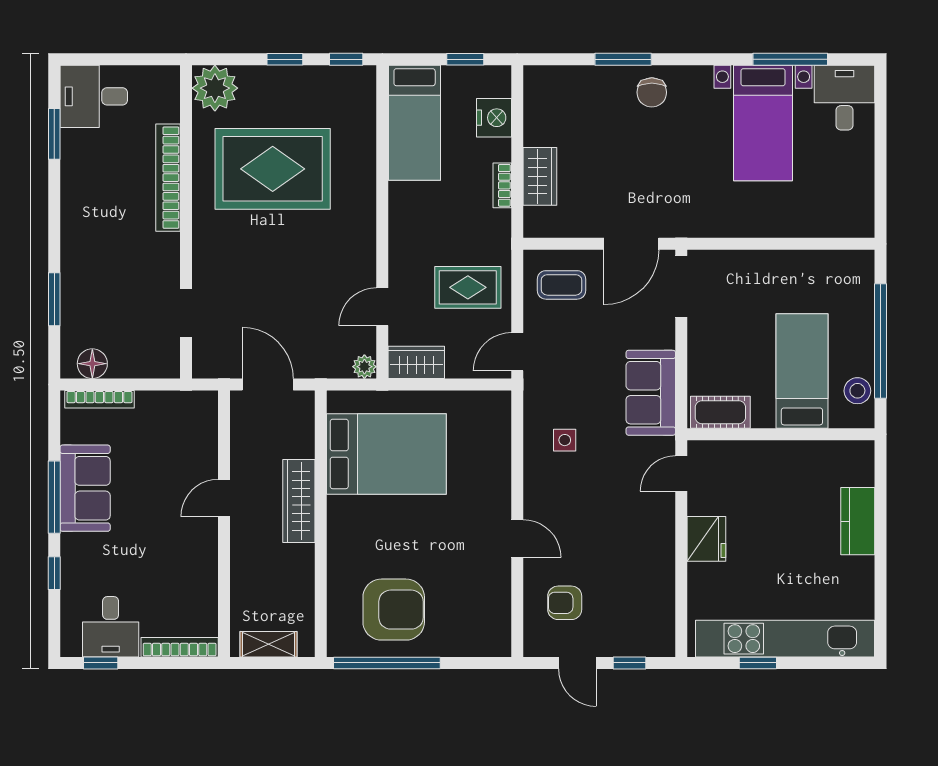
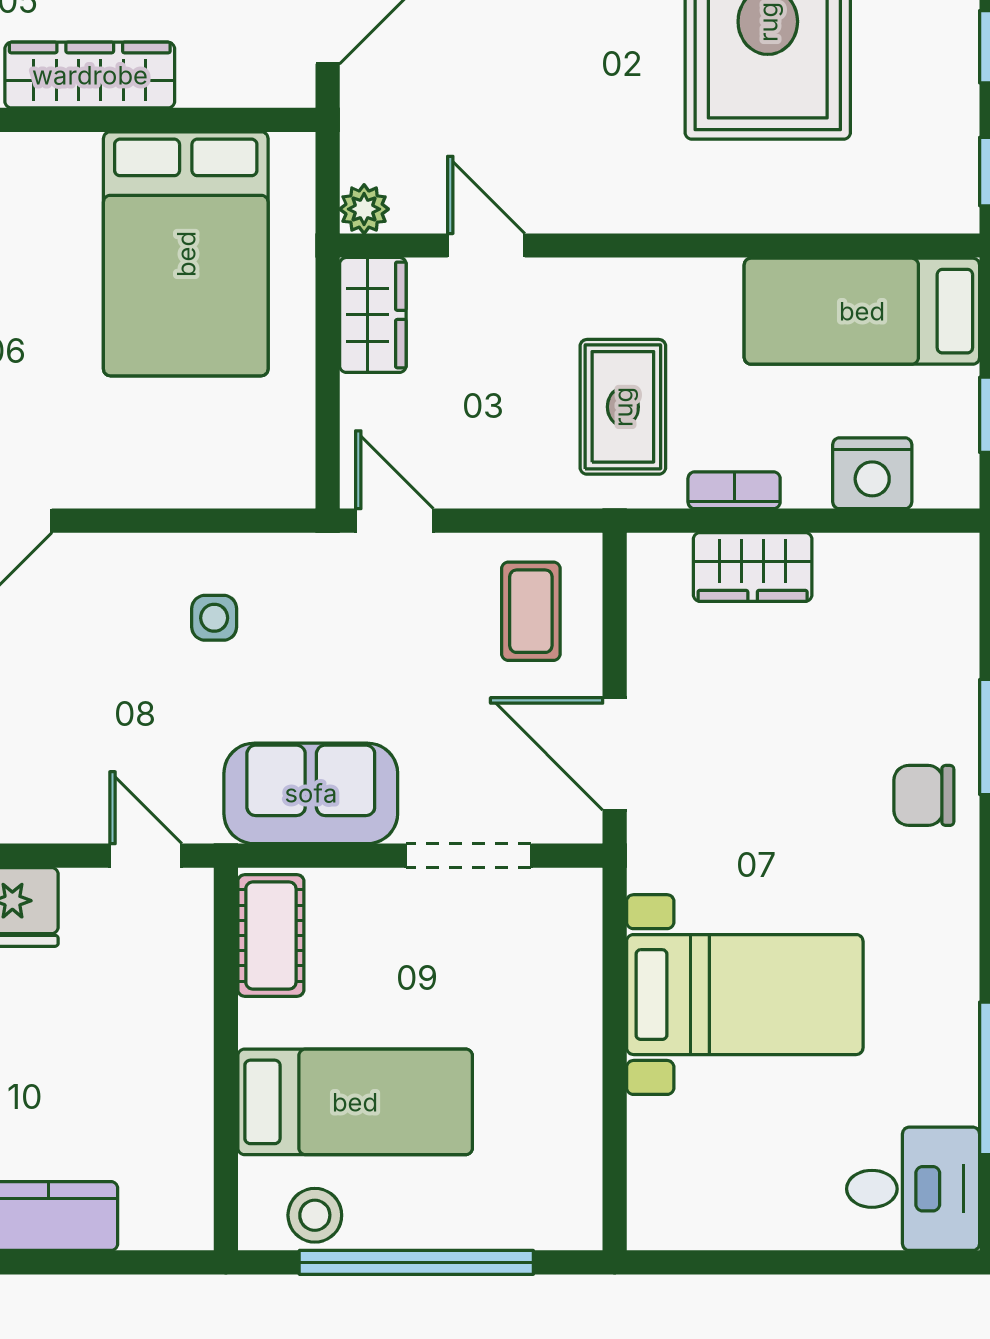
bed with nightstands: (763, 123) -> (745, 995), moved, turned 180
doorway: (681, 286) -> (469, 856), moved
rug: (468, 287) -> (623, 407), moved

